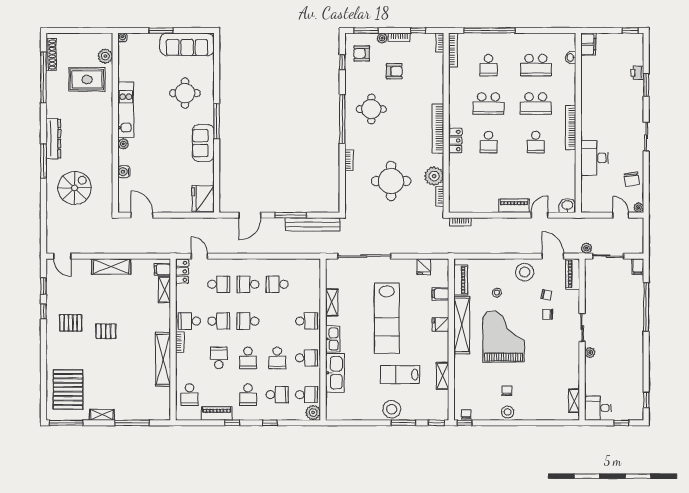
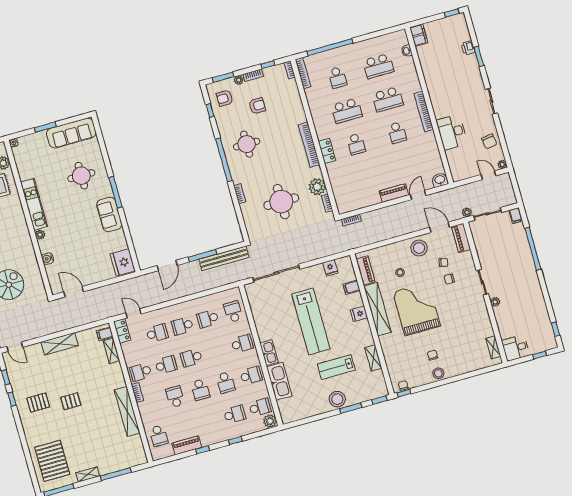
shelving: (332, 302) -> (259, 321), removed
school desk: (248, 395) -> (233, 312), moved, turned 180

